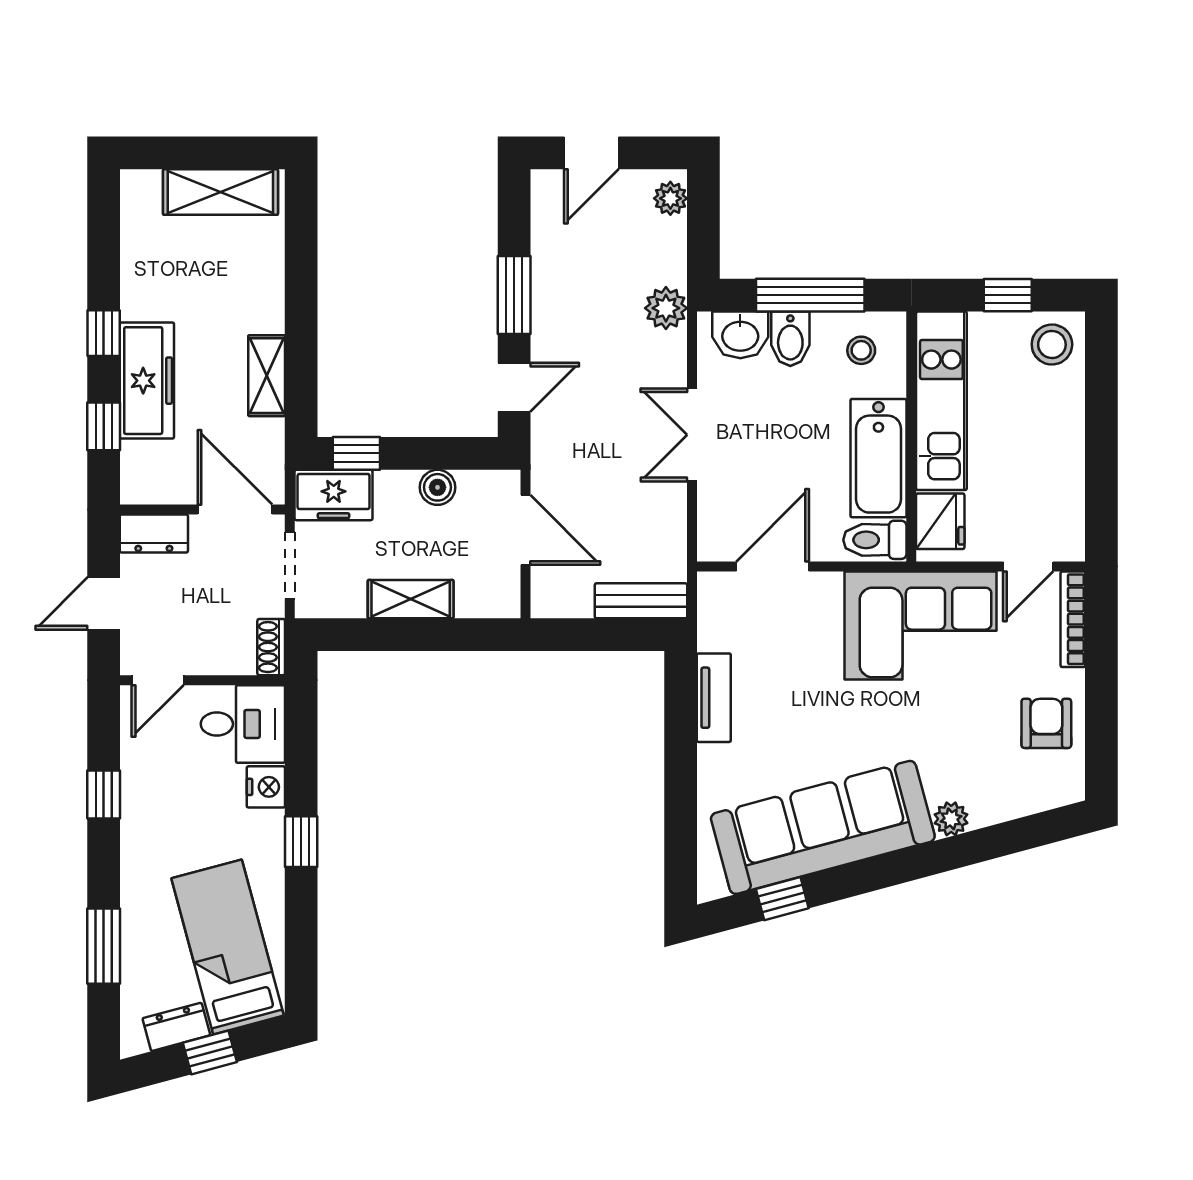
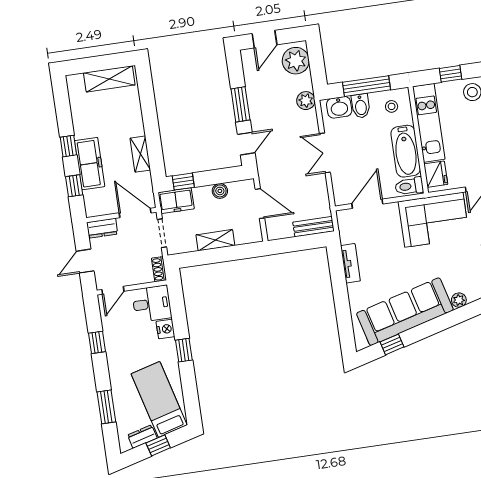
plant: (670, 198) -> (296, 61), width x1.88, depth x1.88

